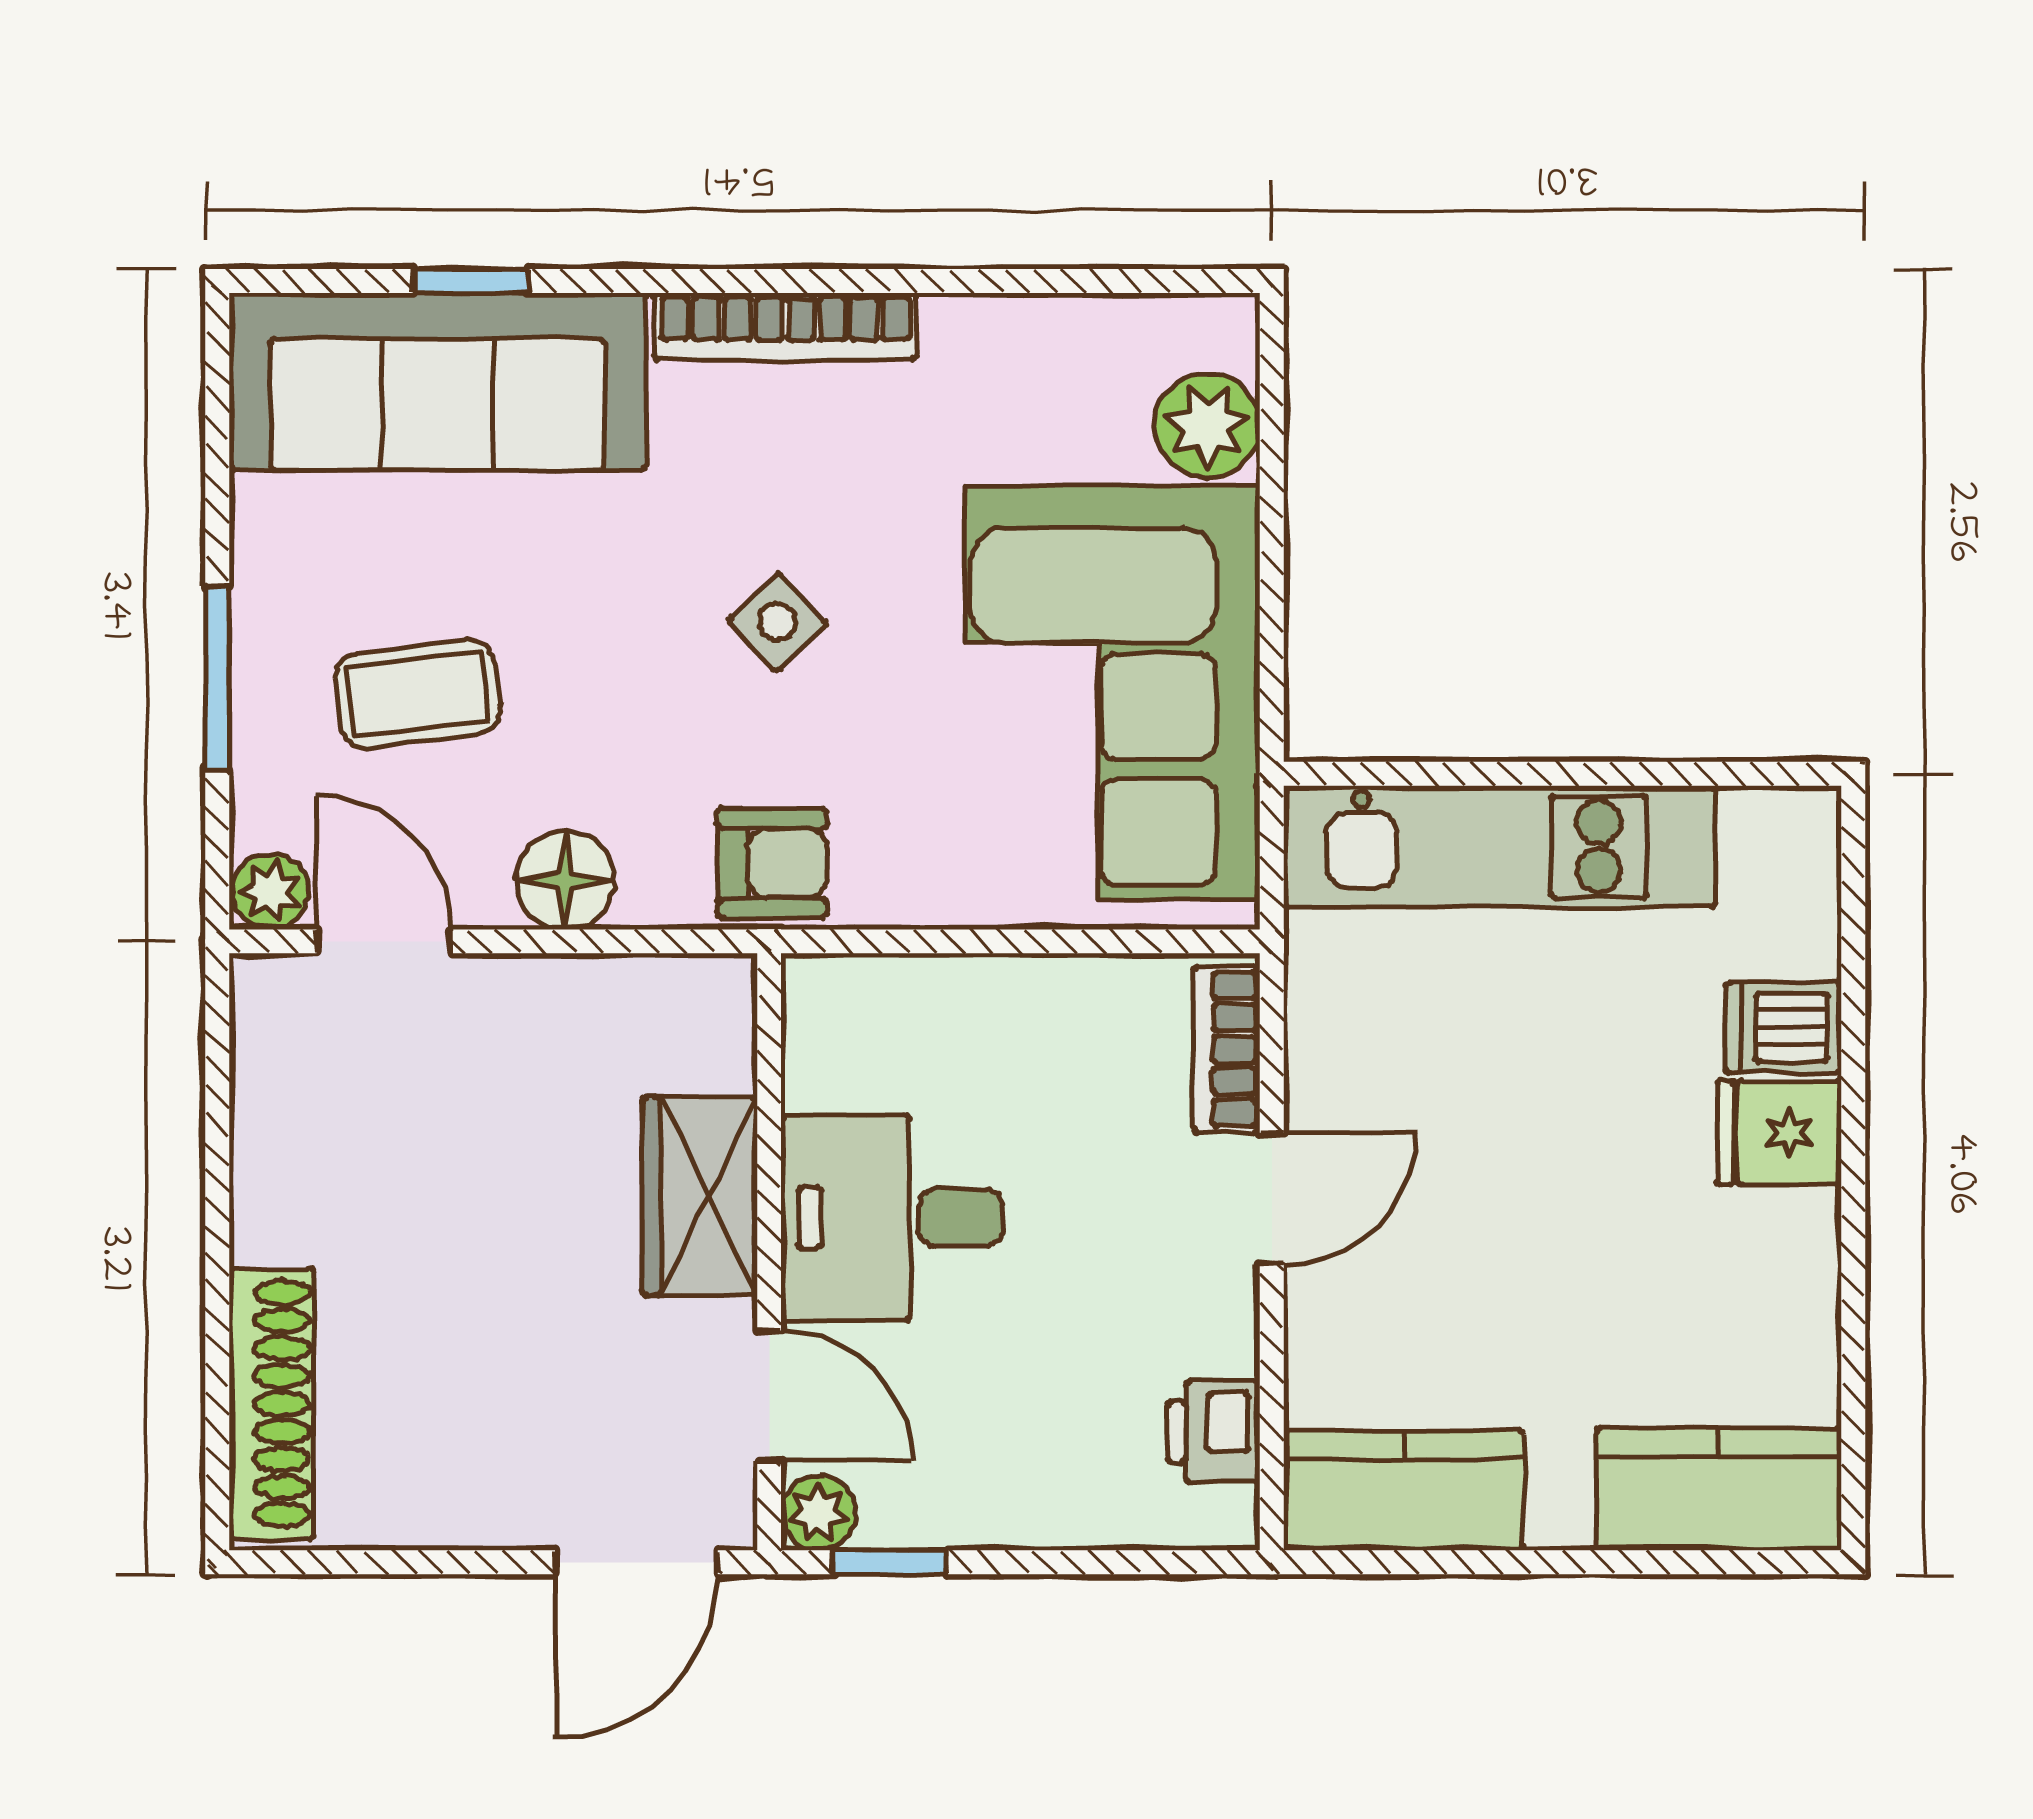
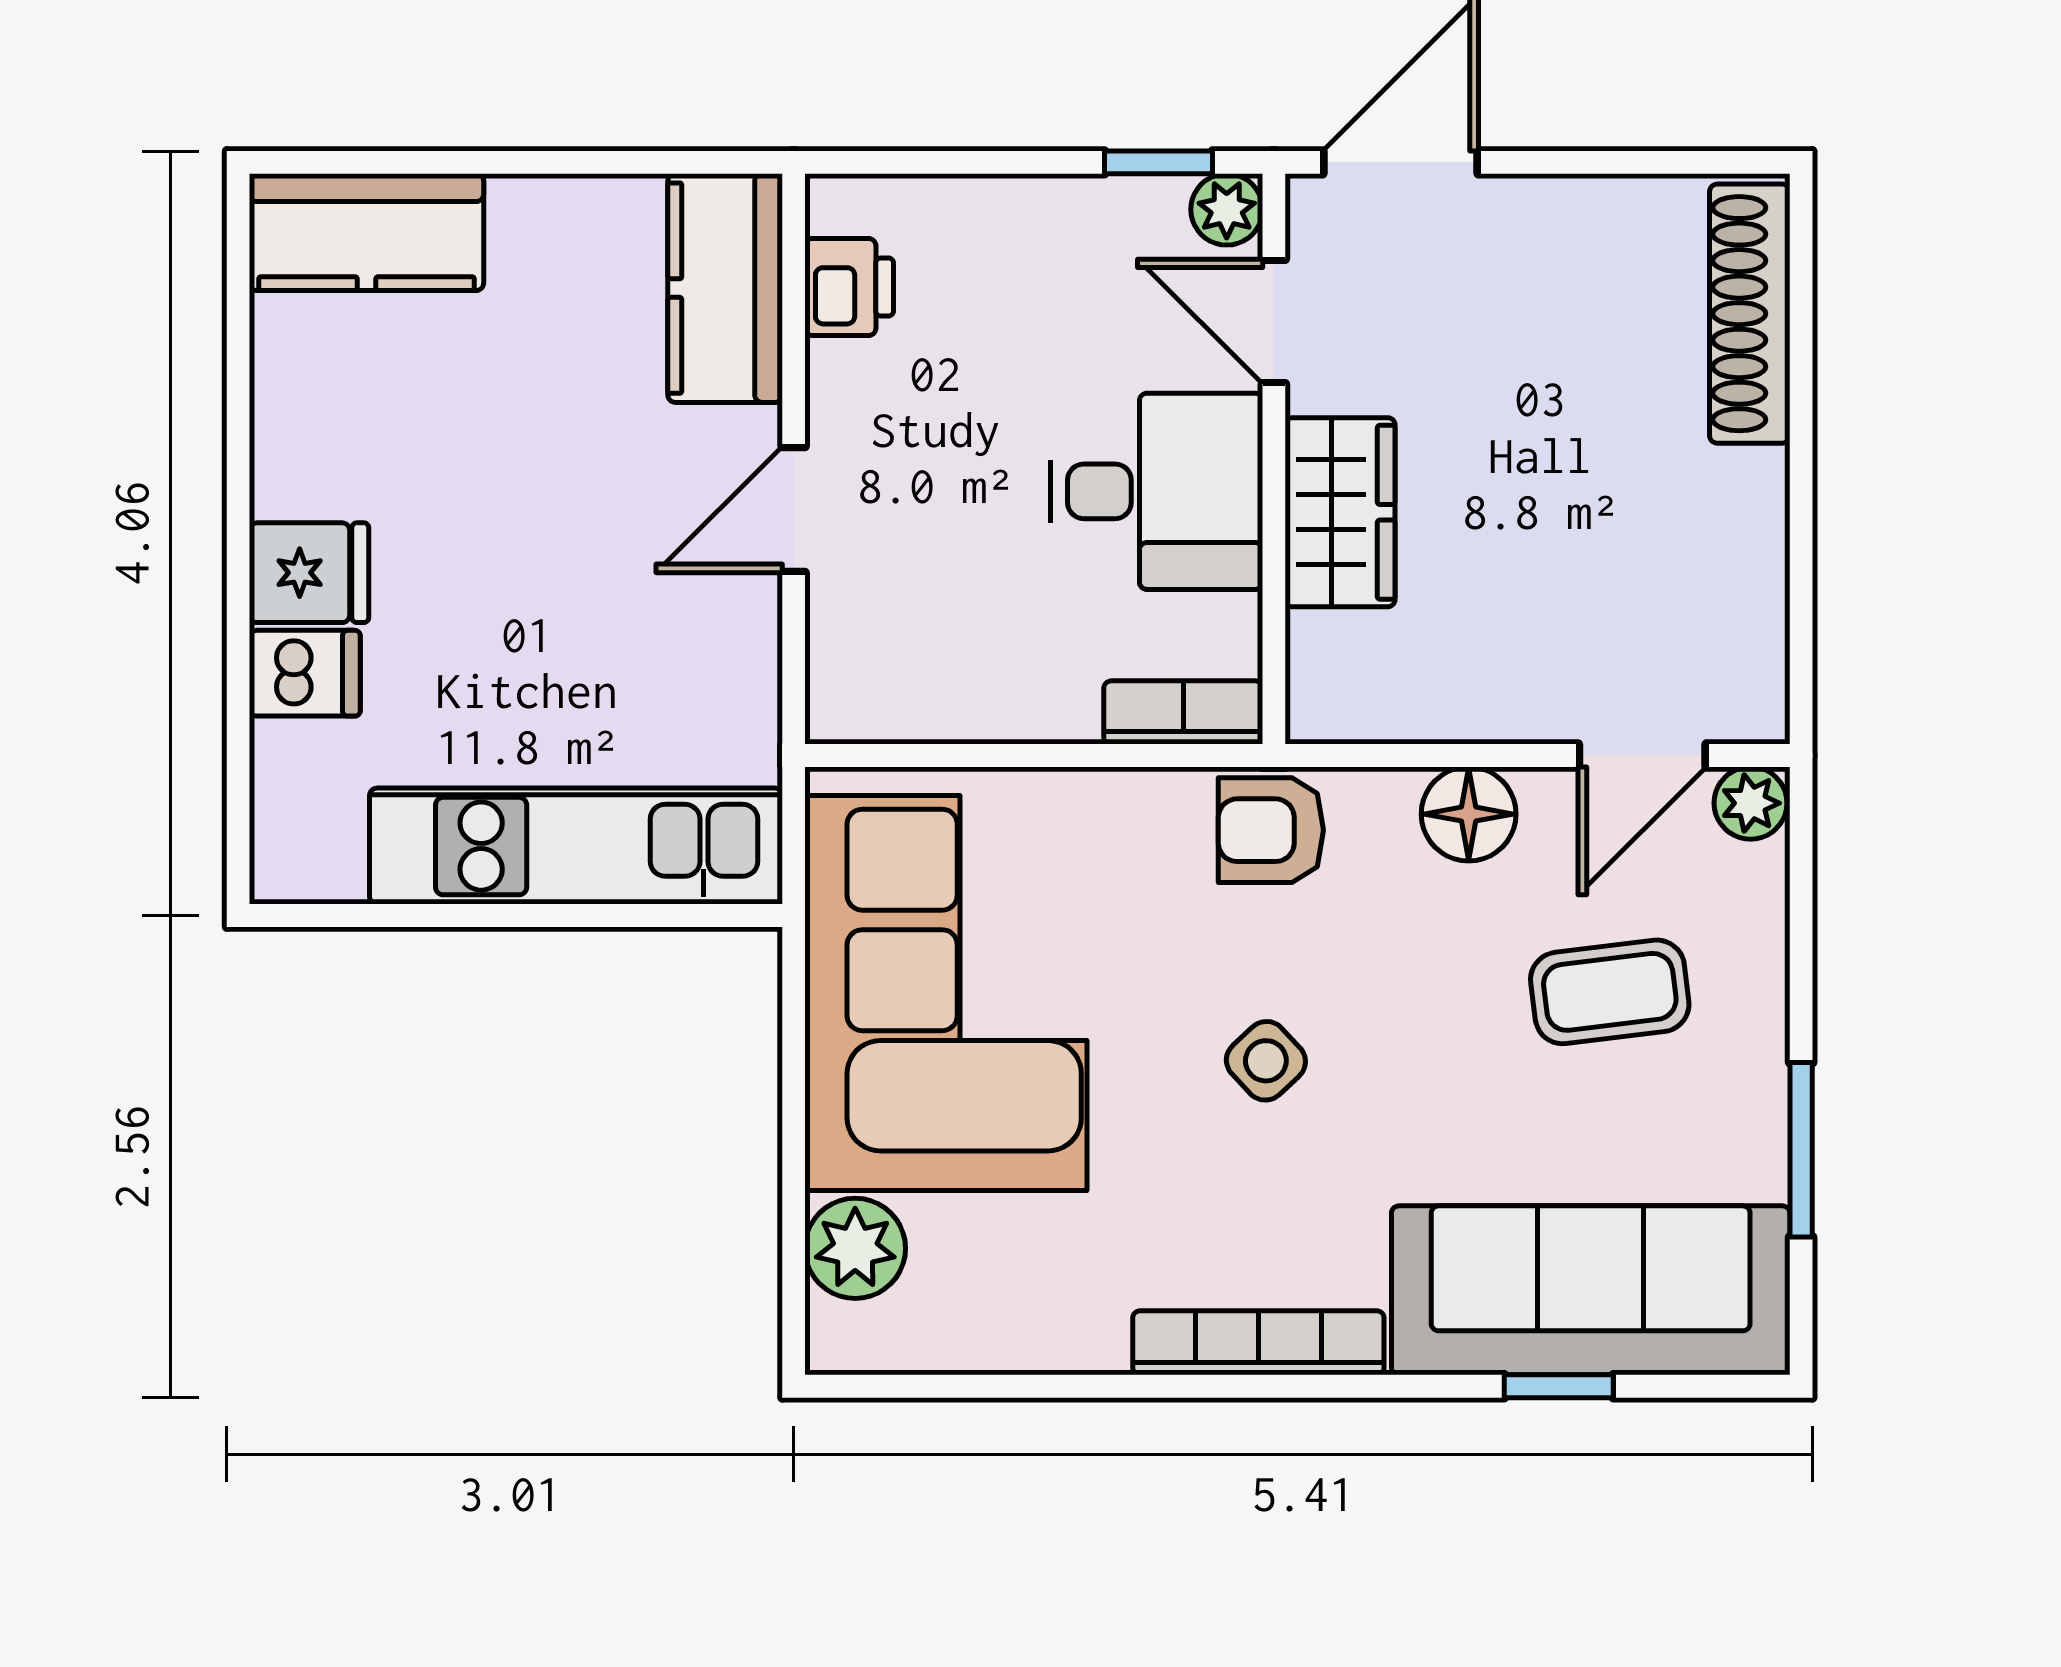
window: (217, 678) -> (1801, 1150), moved
door: (384, 941) -> (1642, 755), hinge flipped
bookcase: (1227, 1049) -> (1183, 712), moved, turned -90
kitchen counter: (1403, 1490) -> (725, 288), moved, turned 90

